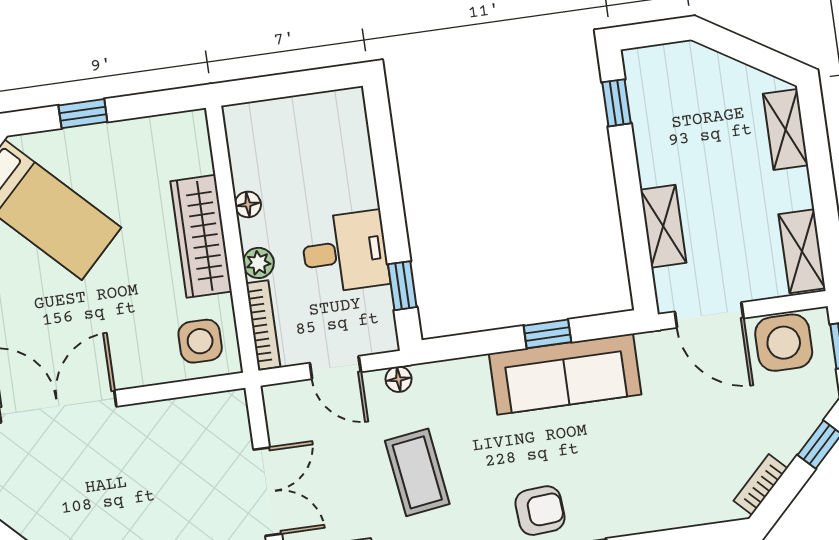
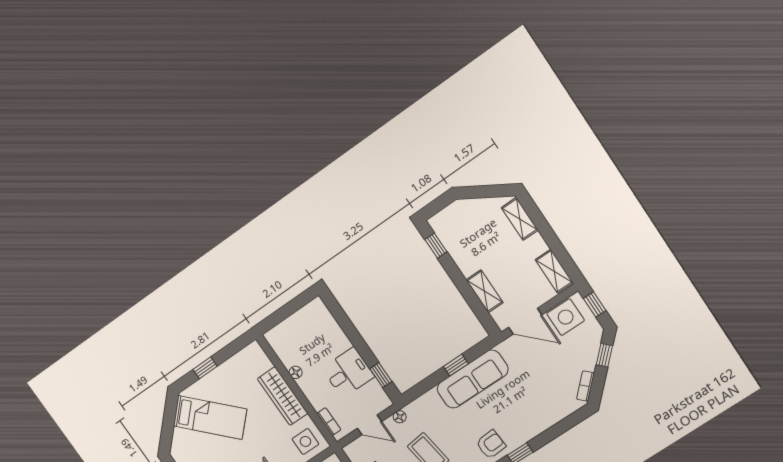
plant: (258, 263) -> (313, 396), removed
bookcase: (263, 325) -> (329, 422), width x0.64

